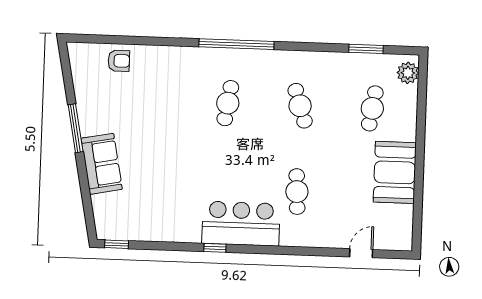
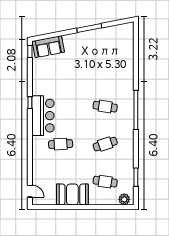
armchair: (119, 61) -> (125, 49), removed
sofa: (102, 164) -> (48, 47), moved
door: (361, 253) -> (30, 191), moved

